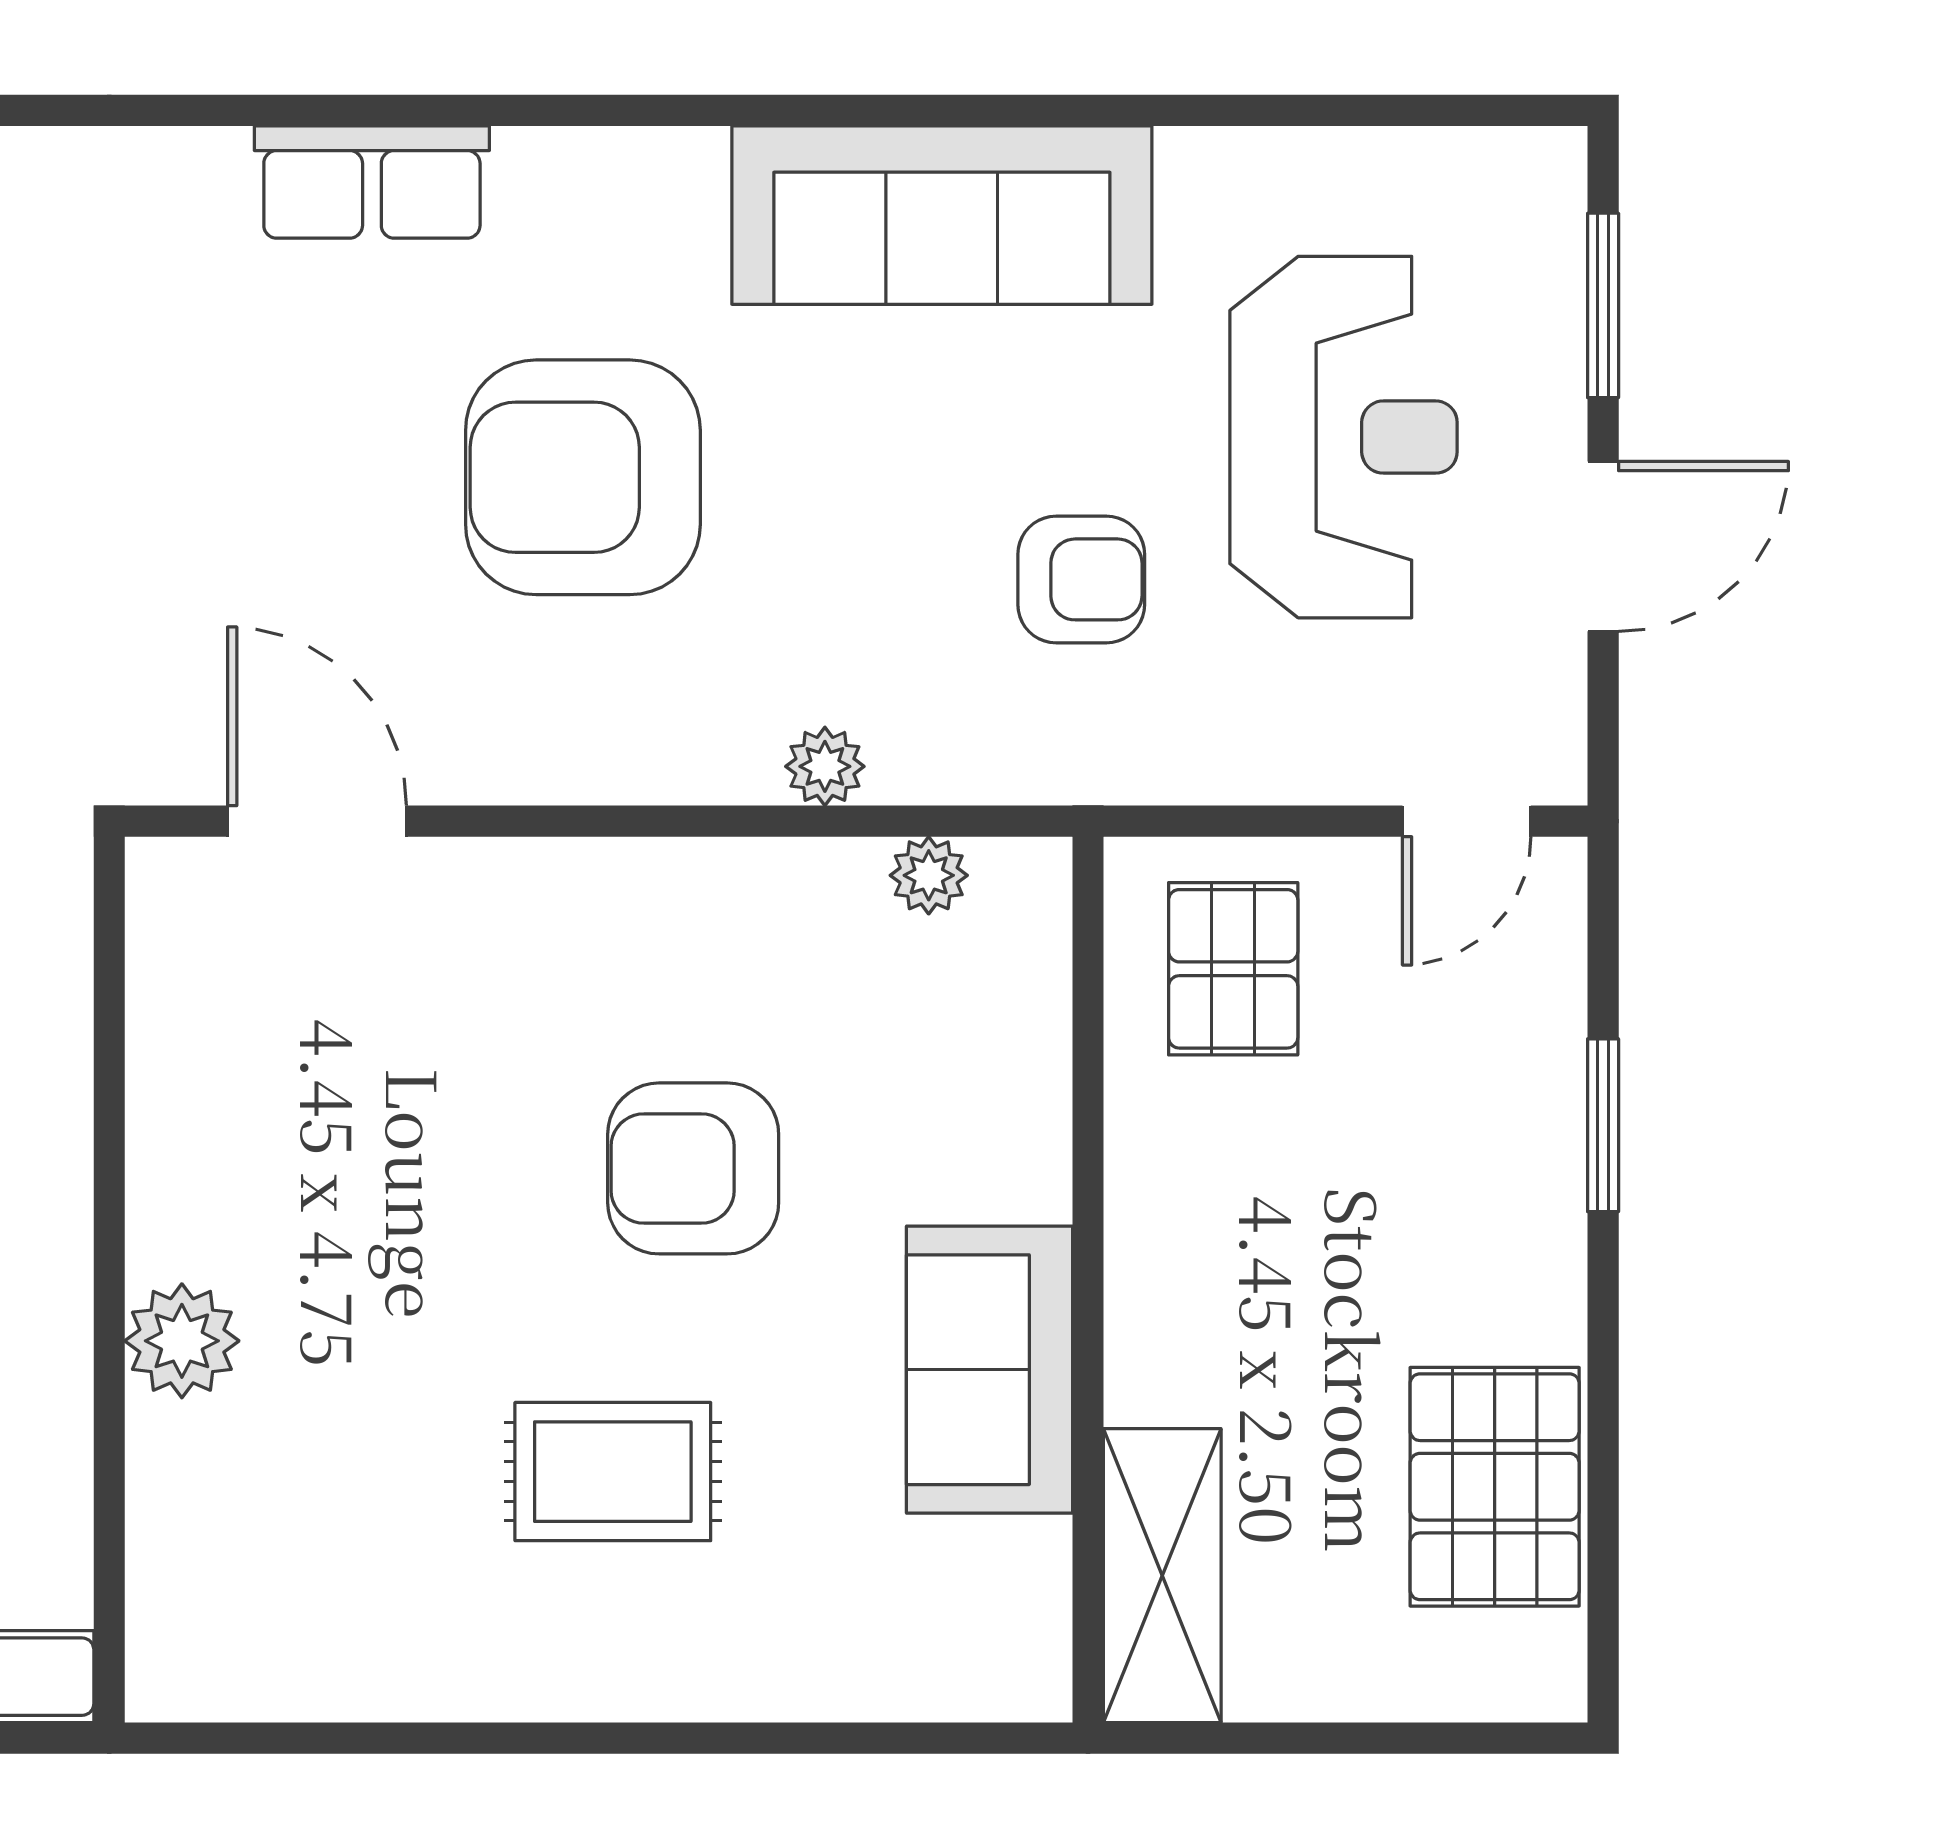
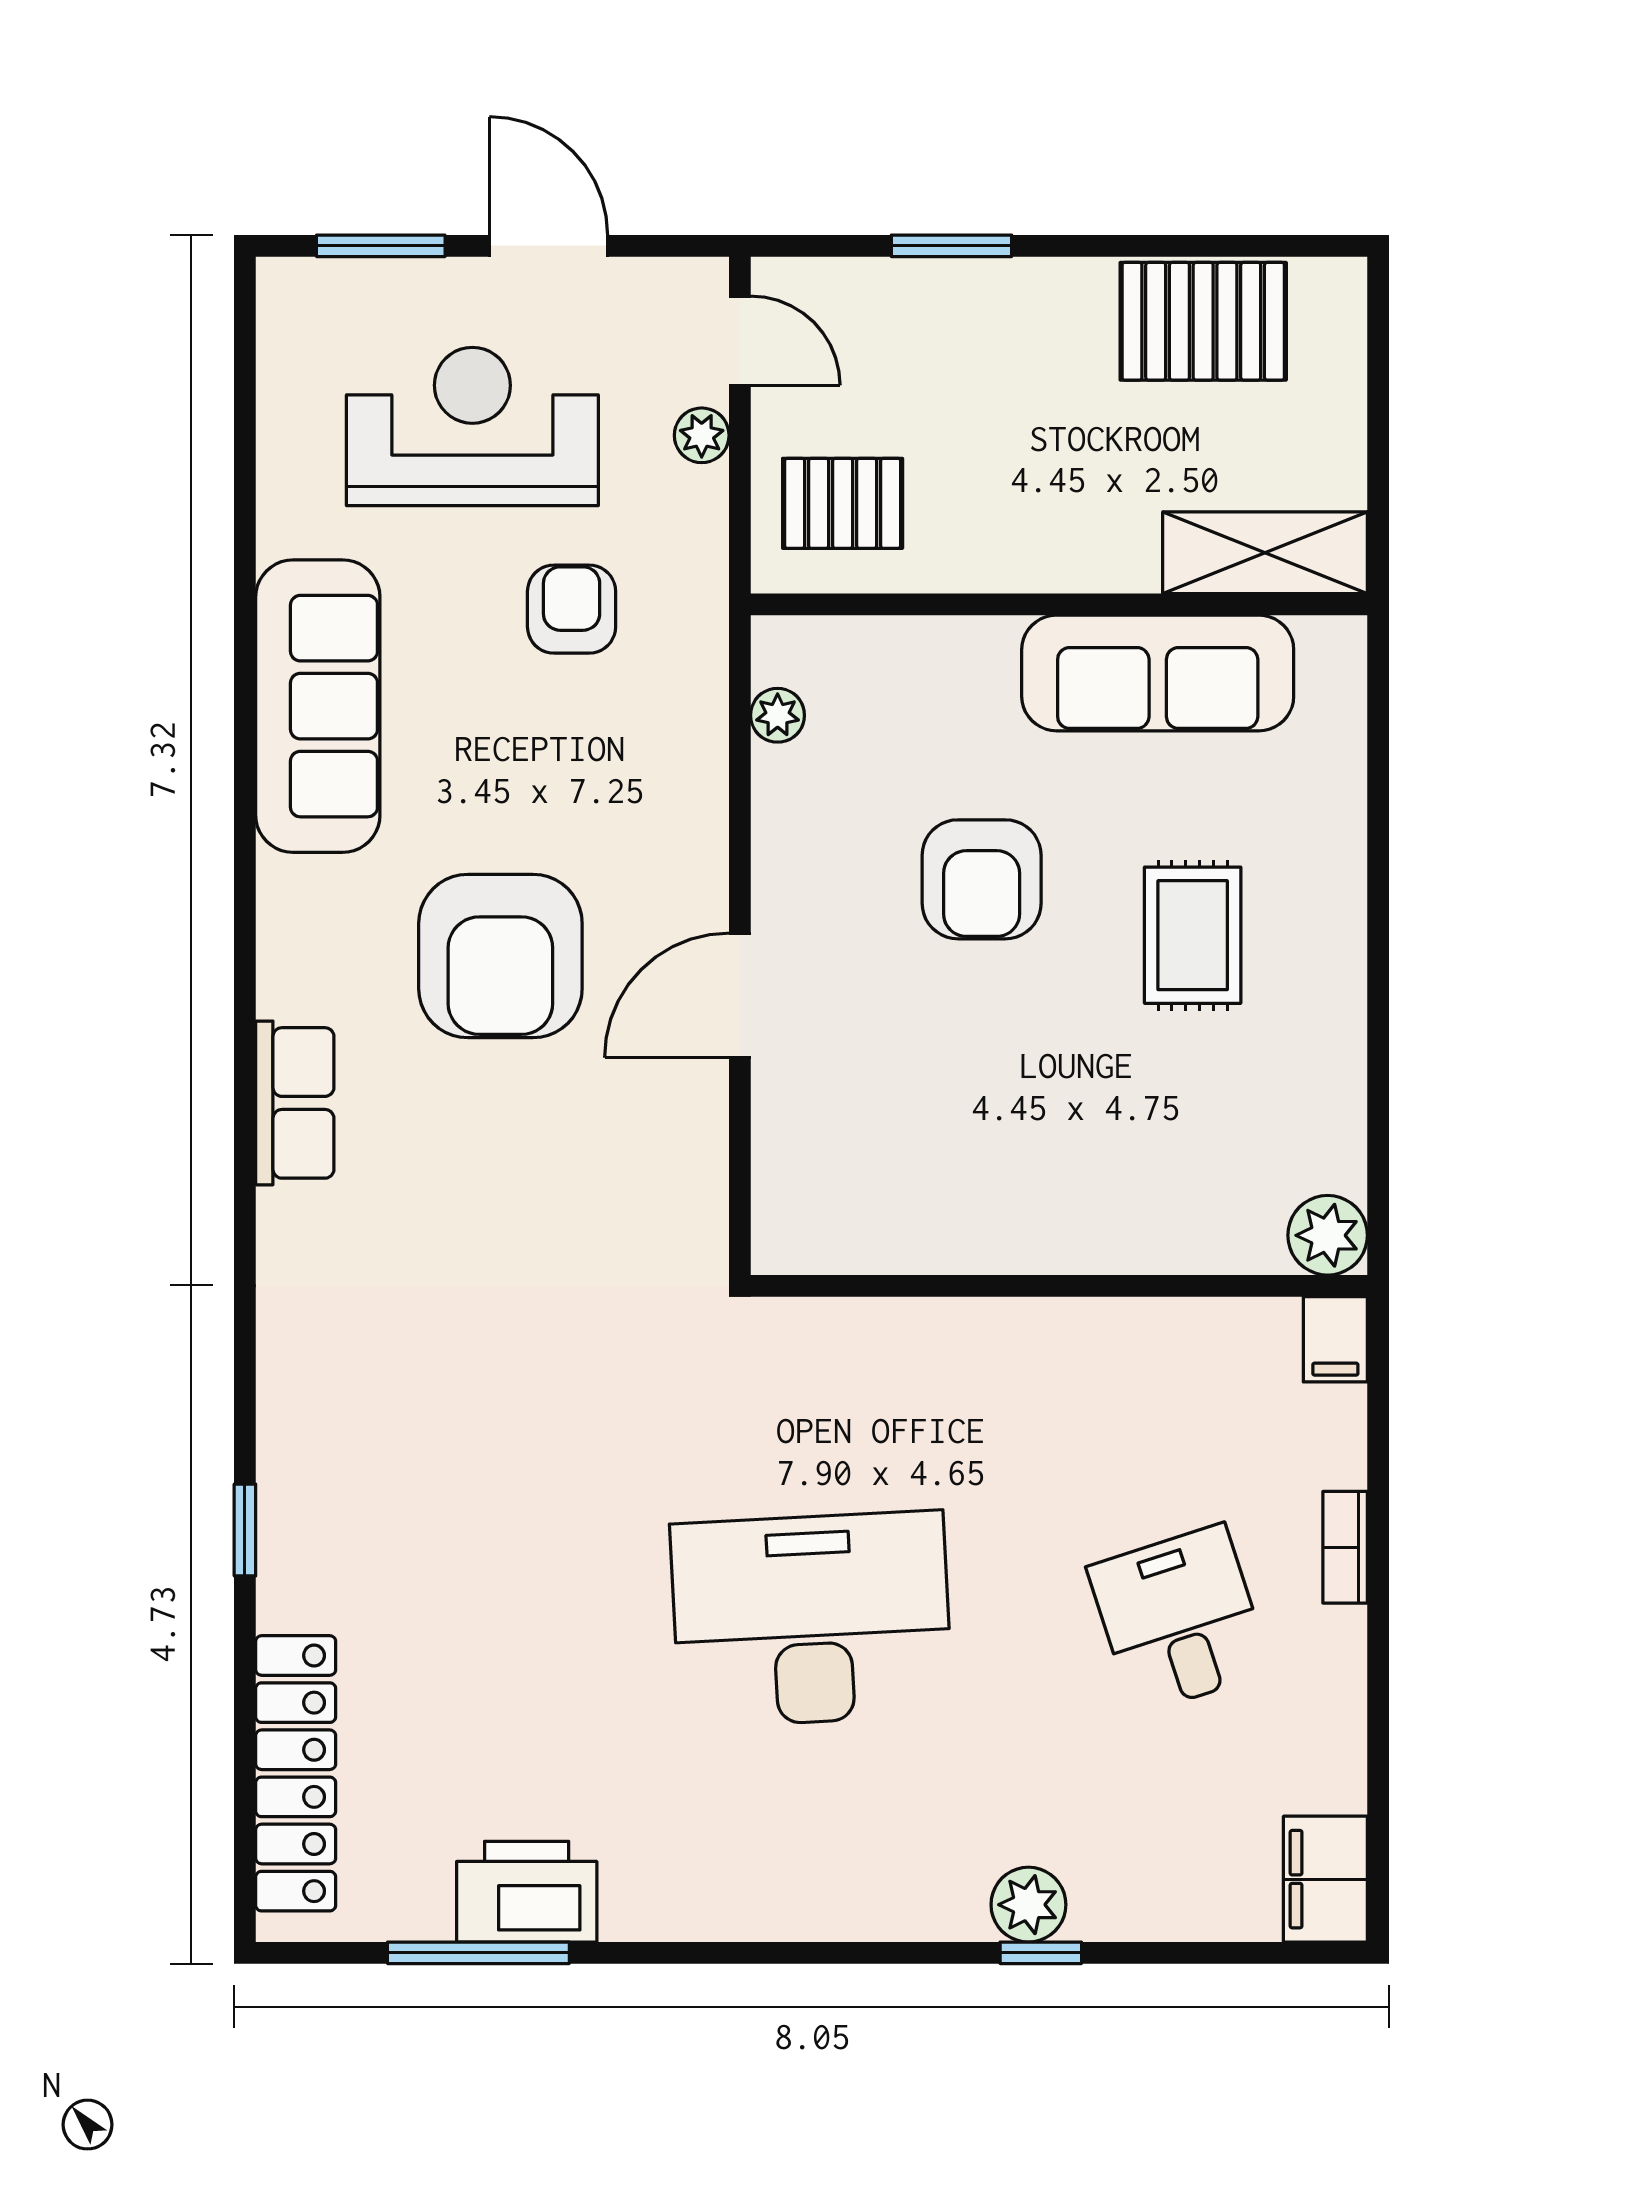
plant: (825, 766) -> (702, 435), moved
door: (317, 821) -> (740, 995), moved
plant: (182, 1341) -> (1328, 1235), moved
sofa: (989, 1370) -> (1158, 673), width x1.36

